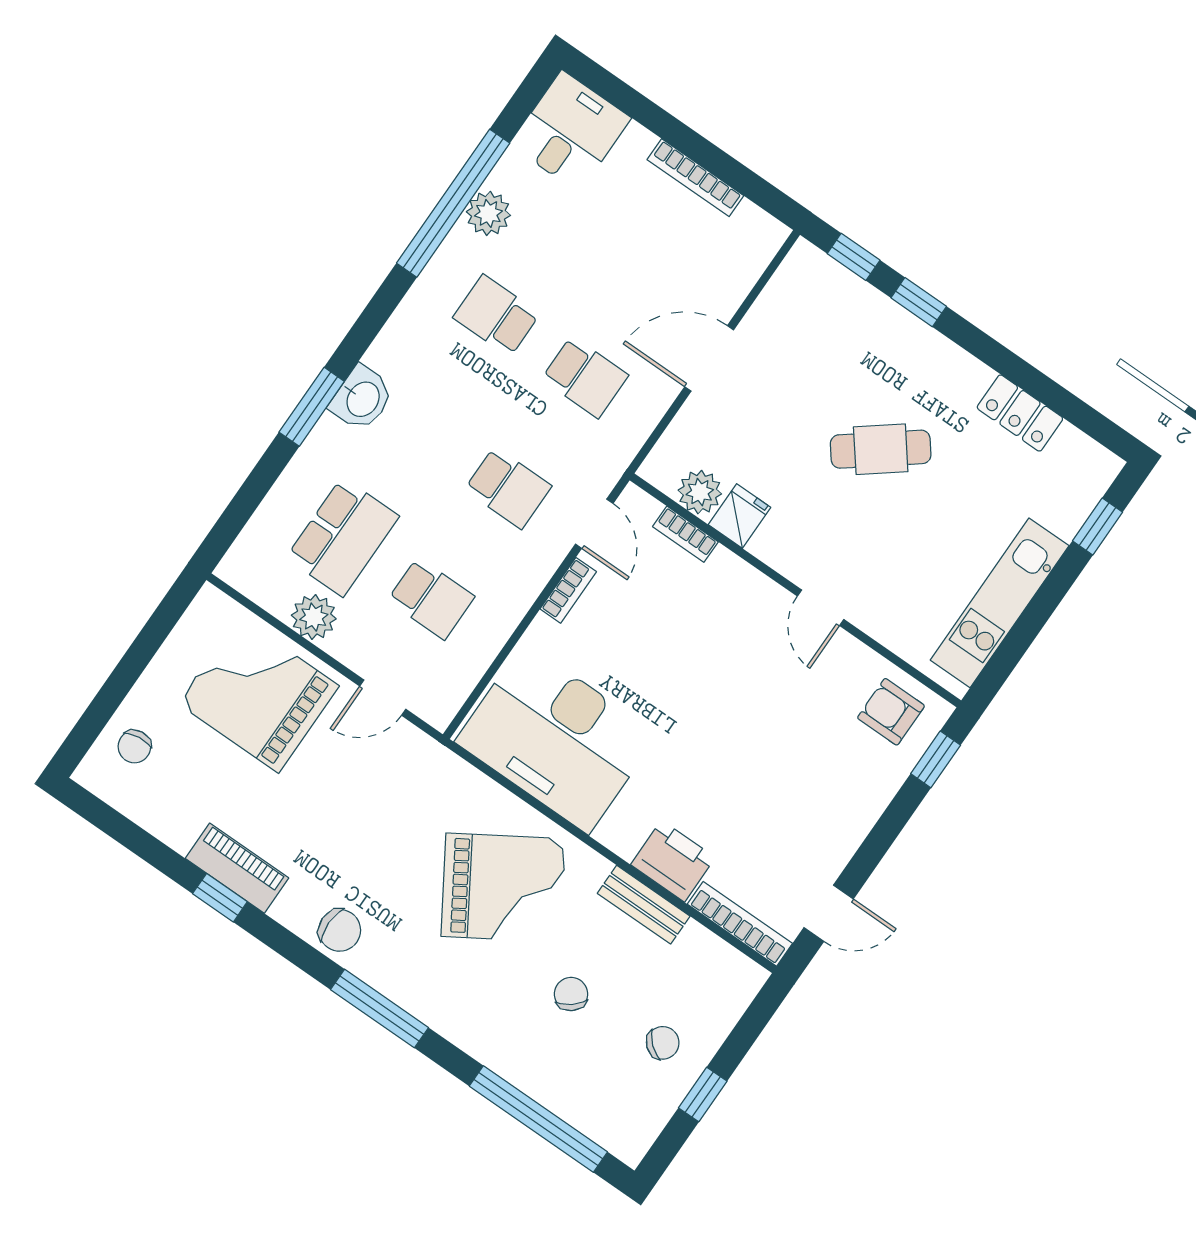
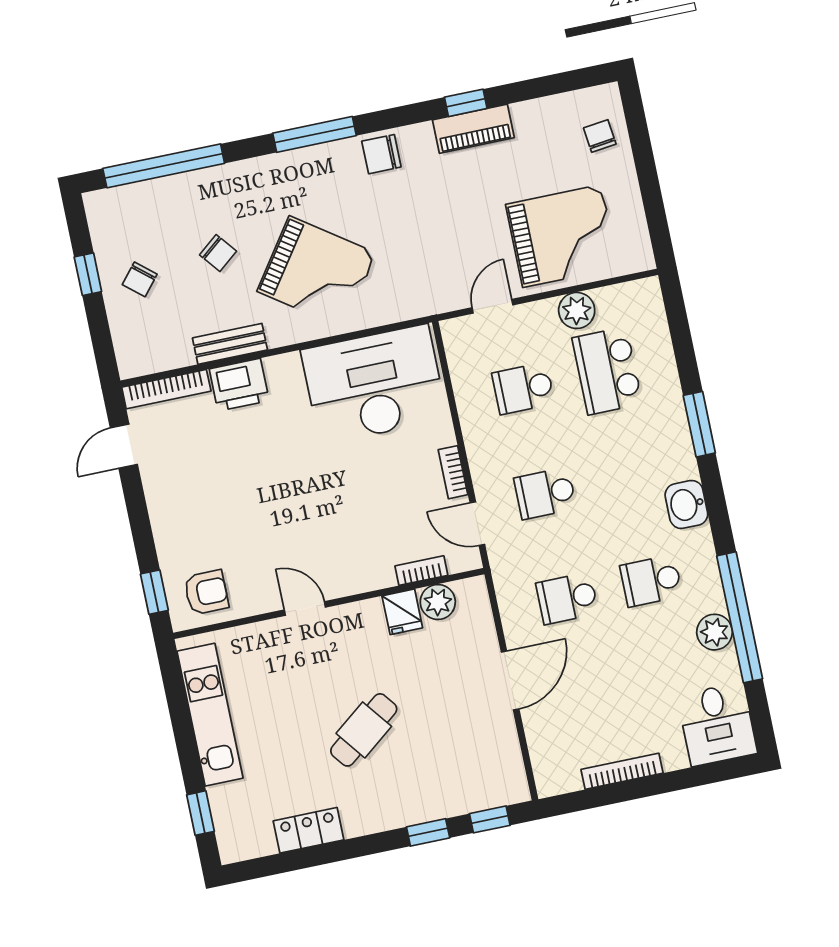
school desk: (496, 316) -> (651, 581), turned 180
washbasin: (362, 398) -> (686, 504), moved
grand piano: (503, 888) -> (317, 272), turned -113

